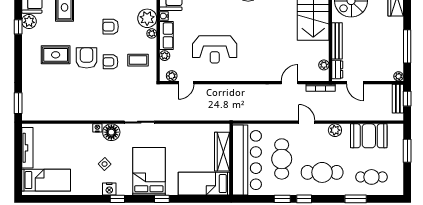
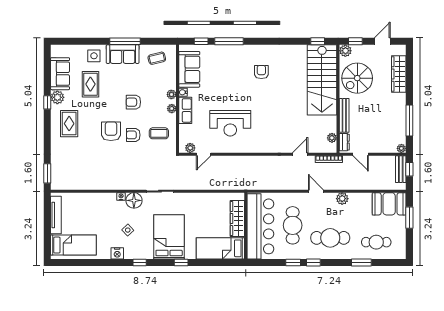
plant: (147, 18) -> (171, 94), width x0.53, depth x0.53
rug: (56, 55) -> (69, 124), moved, turned 90
plant: (165, 56) -> (184, 129), removed
booth: (369, 136) -> (389, 204), moved
nightstand: (109, 189) -> (117, 253), moved

